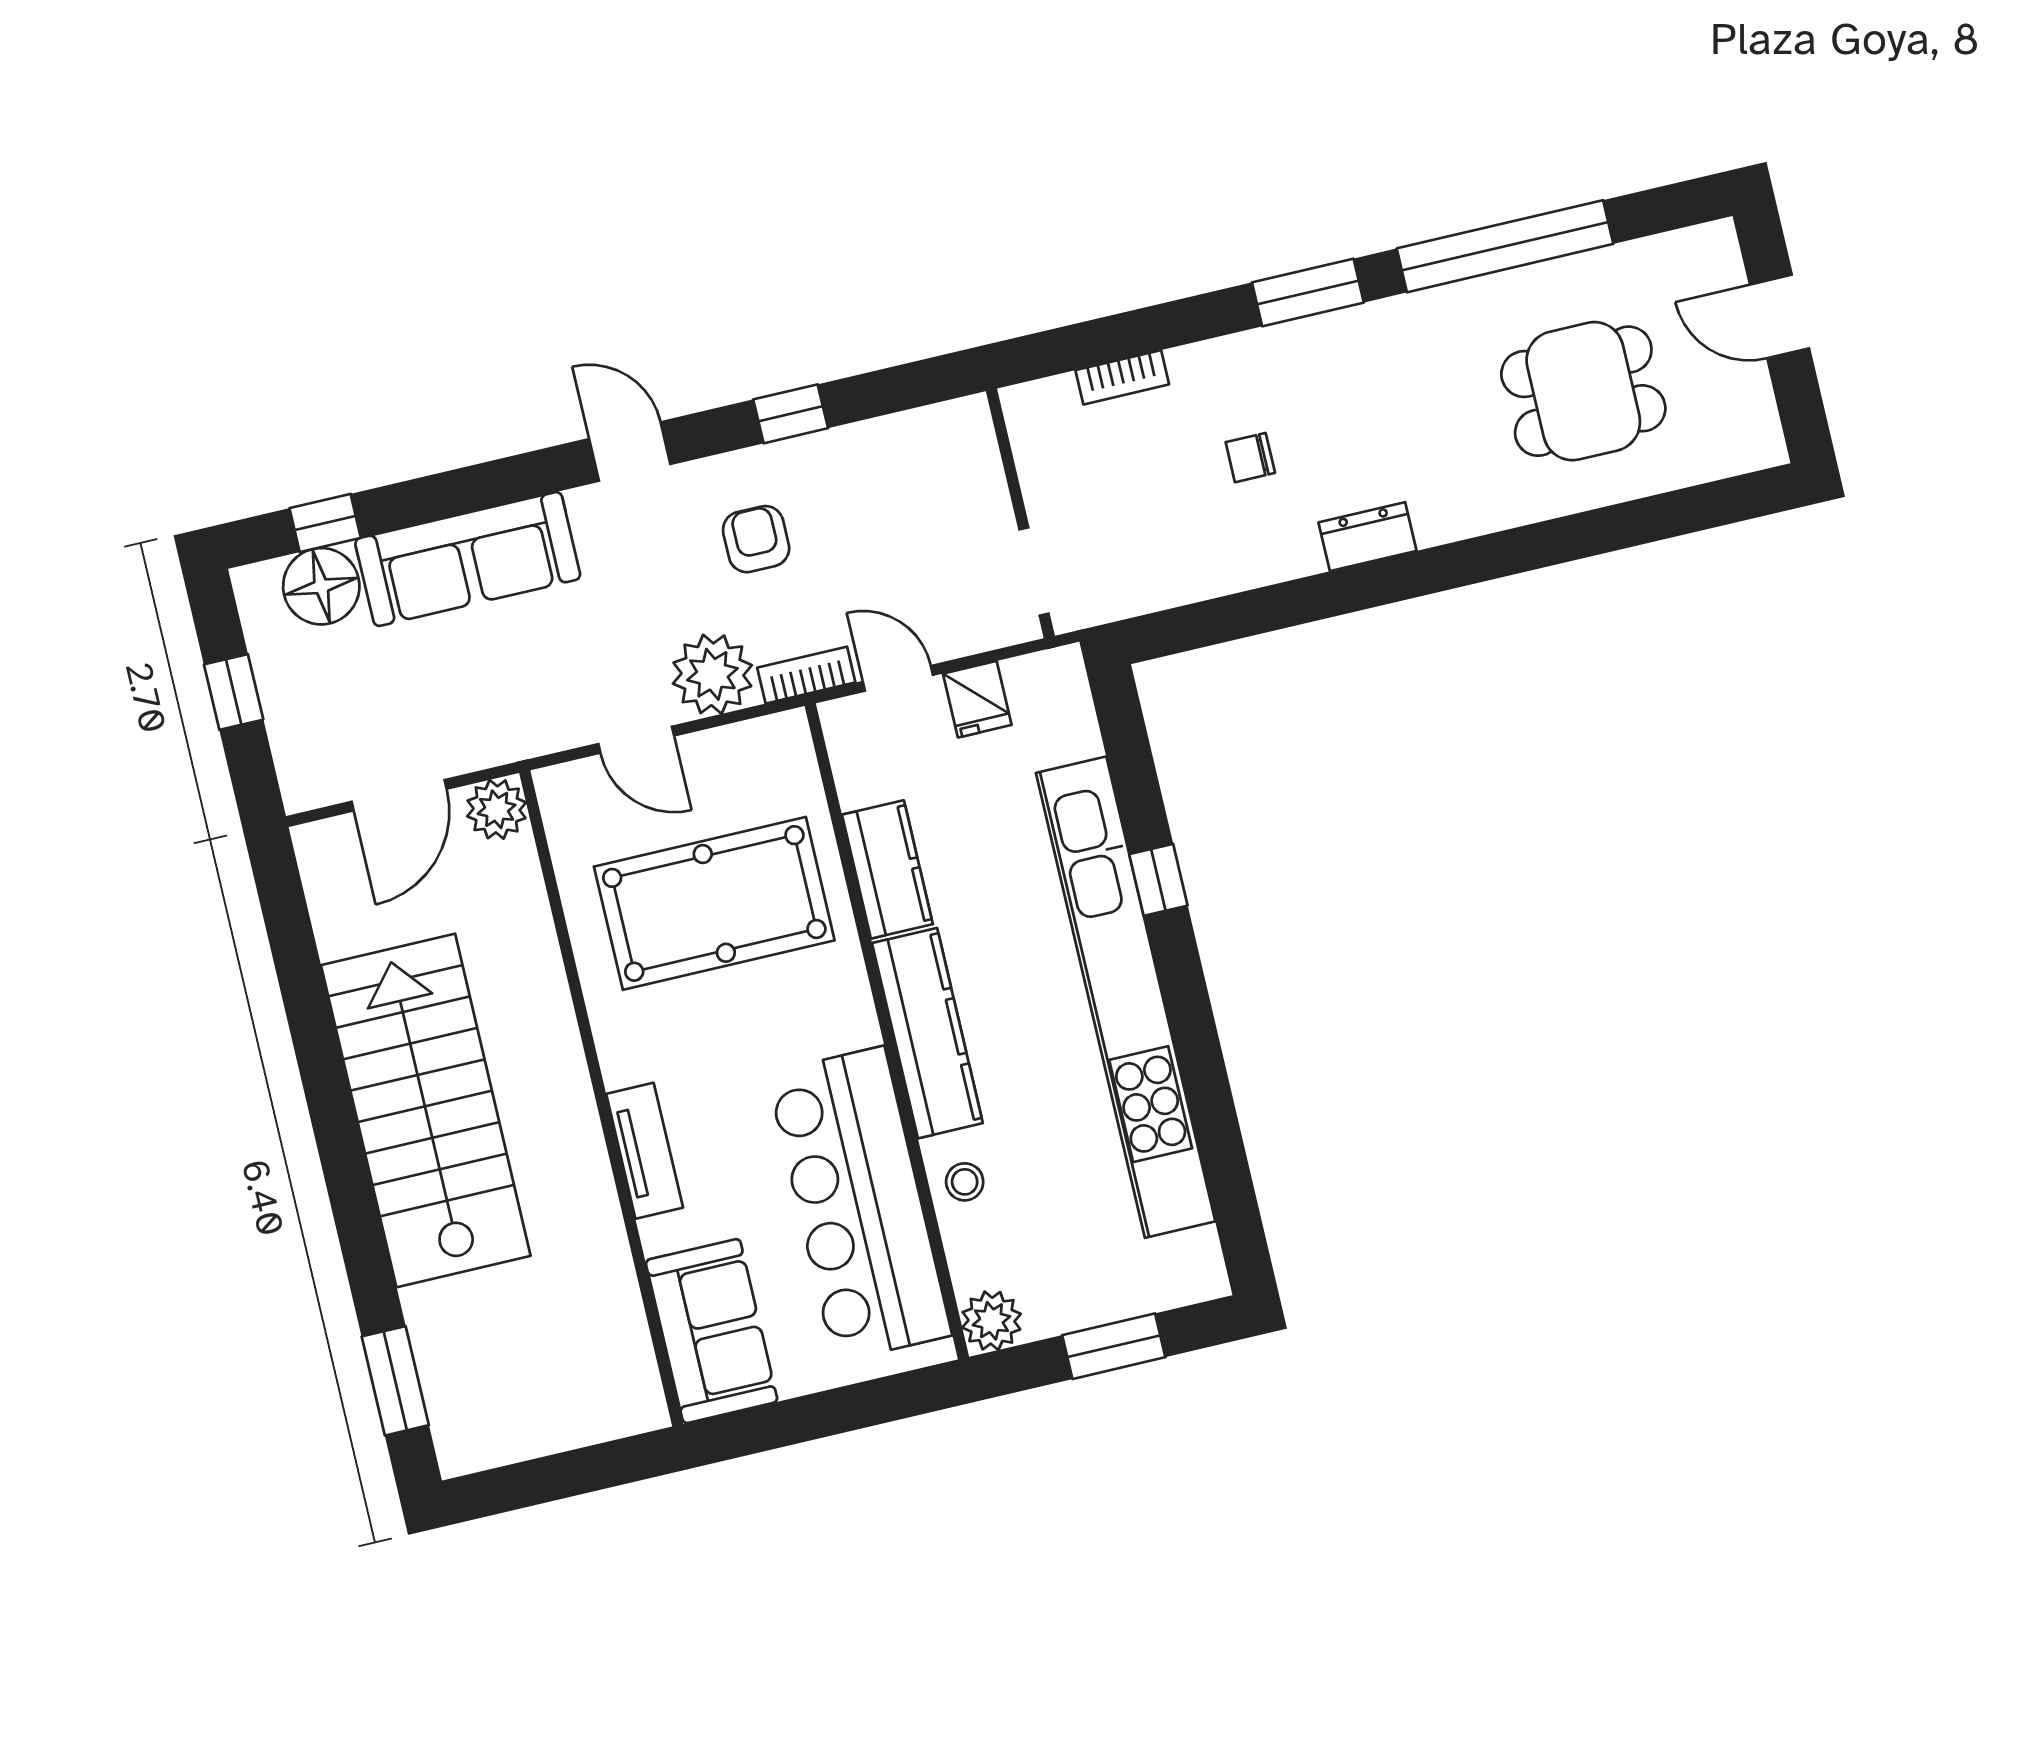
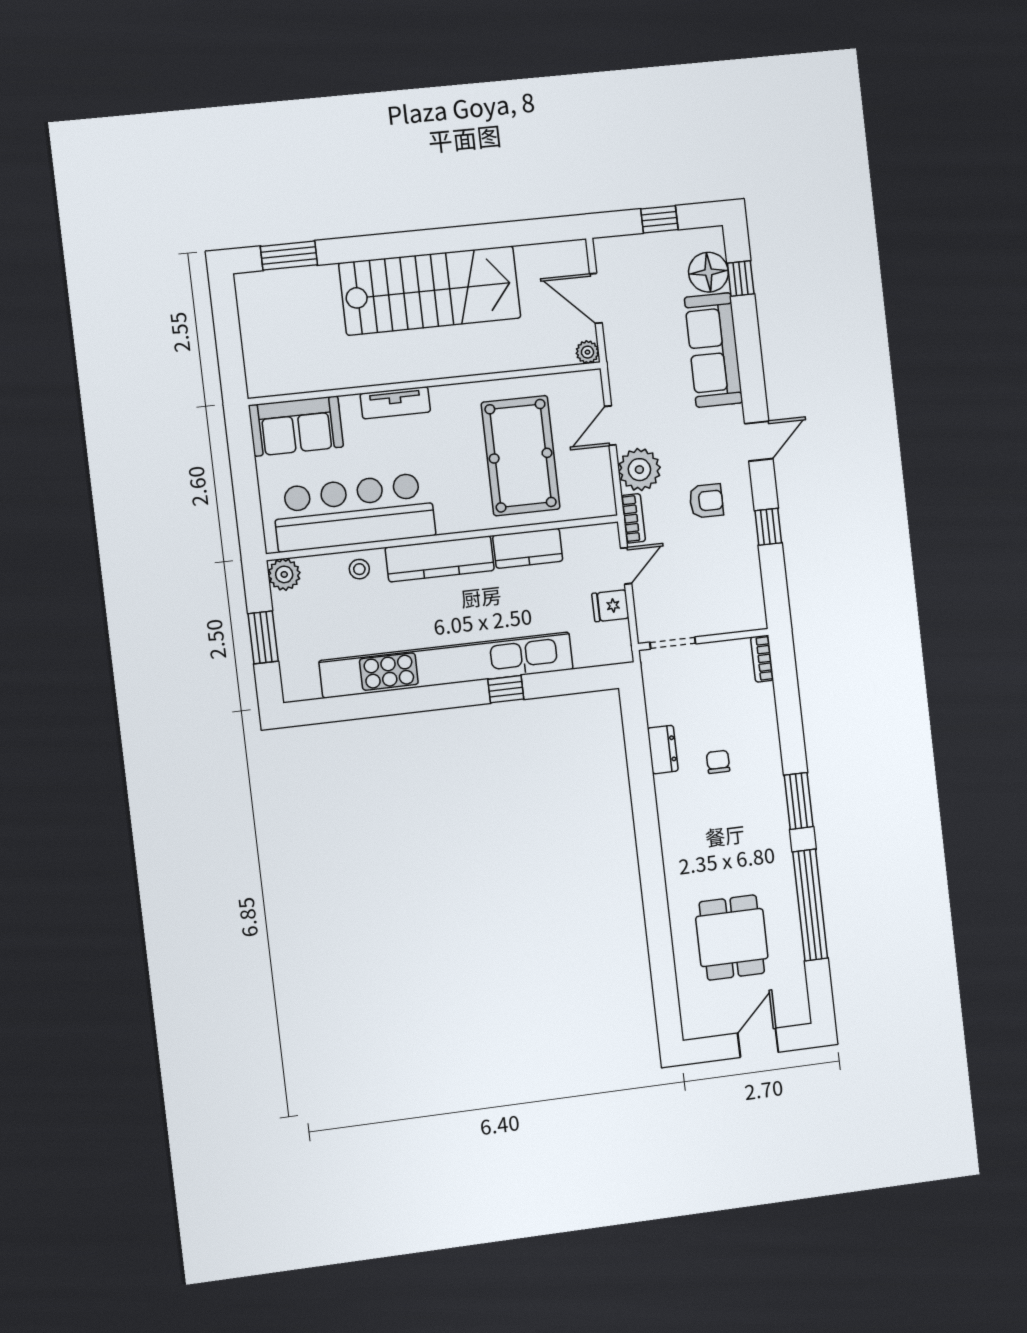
bookcase: (1122, 377) -> (762, 659), moved
dresser: (1368, 537) -> (663, 750), moved
plant: (497, 809) -> (587, 352), width x0.73, depth x0.73

